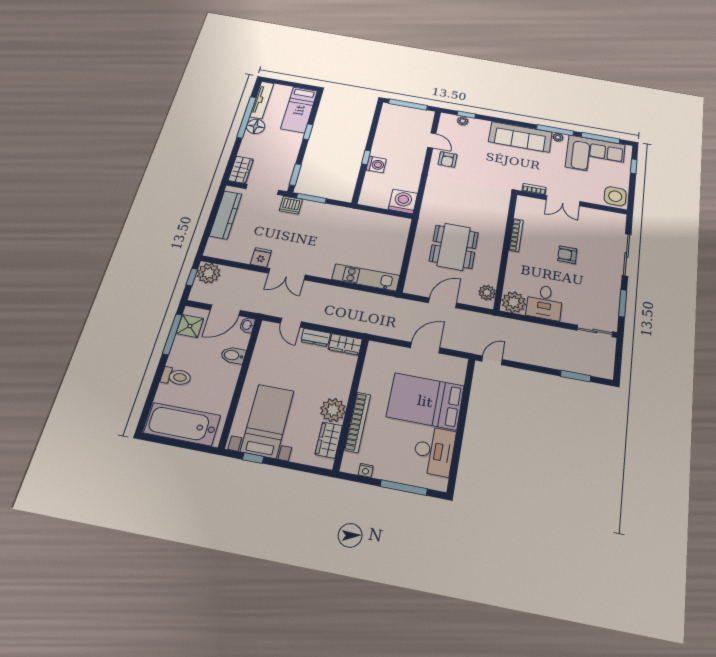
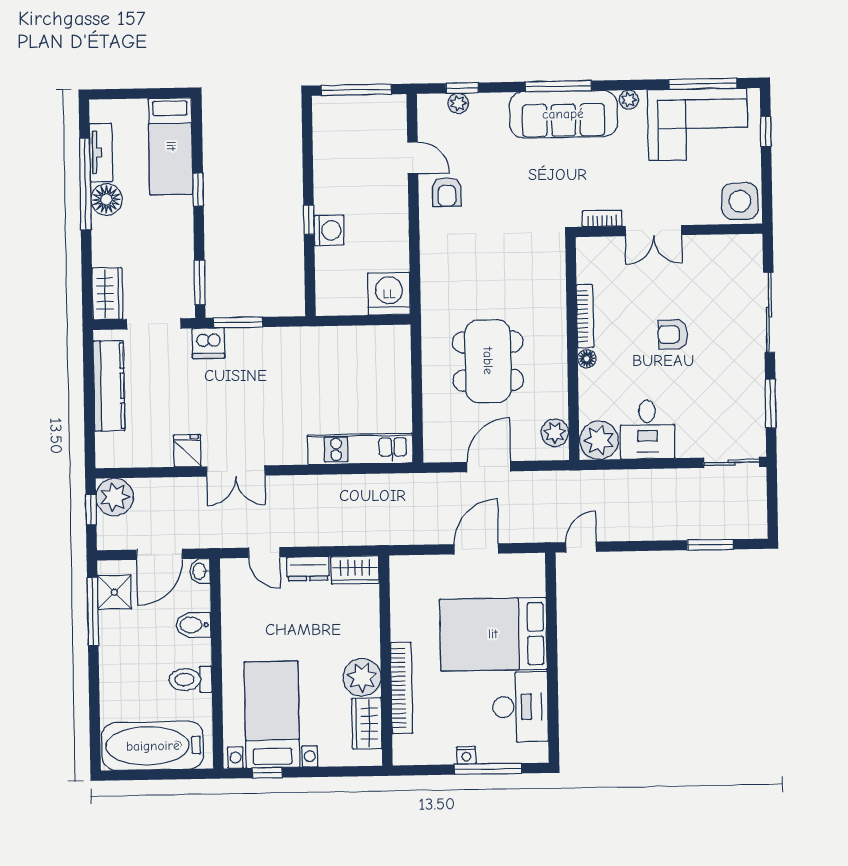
tv unit: (262, 100) -> (101, 153), width x0.71
window: (555, 130) -> (558, 86), moved
floor lamp: (513, 257) -> (587, 359), added
toilet: (176, 377) -> (190, 679), moved, turned 180
nightstand: (366, 470) -> (466, 755), moved

